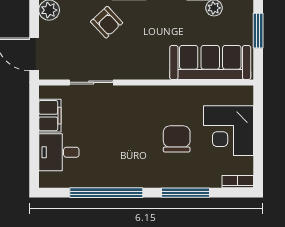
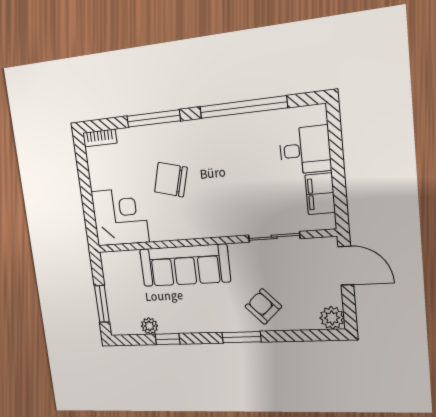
sofa: (210, 62) -> (185, 265), moved
corner desk: (229, 131) -> (120, 217), moved
chair: (177, 139) -> (171, 180), turned 105

